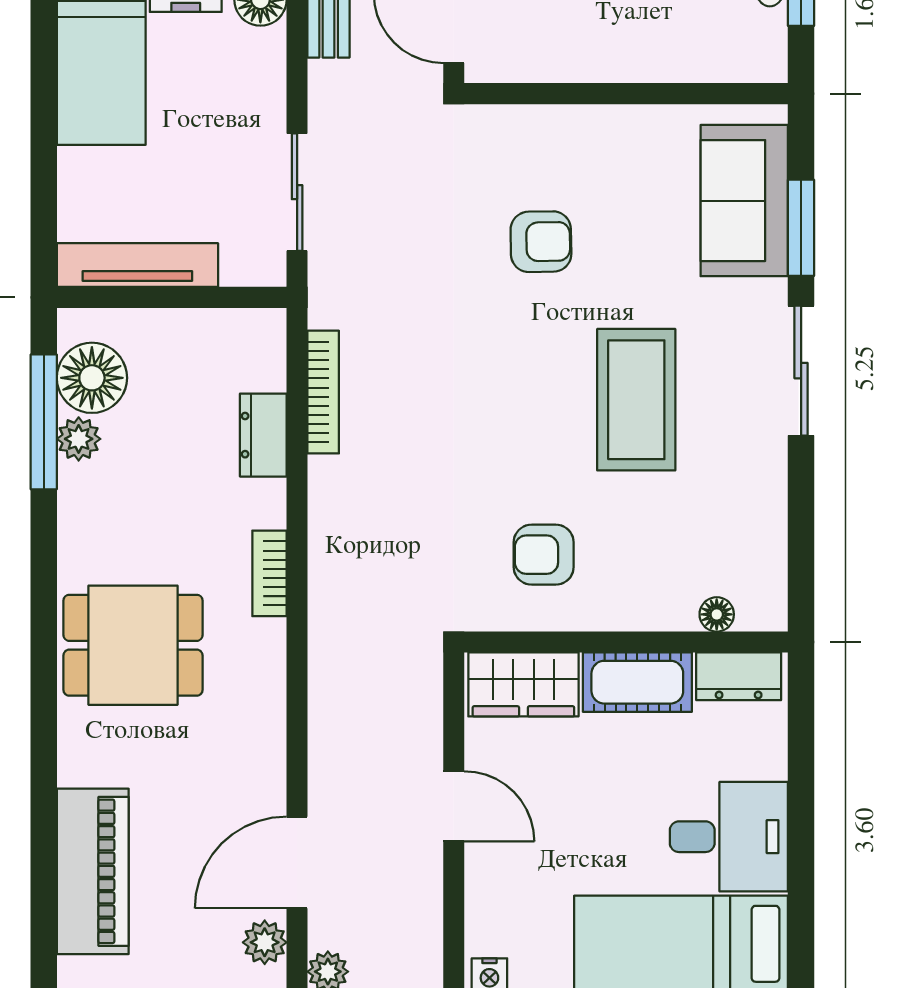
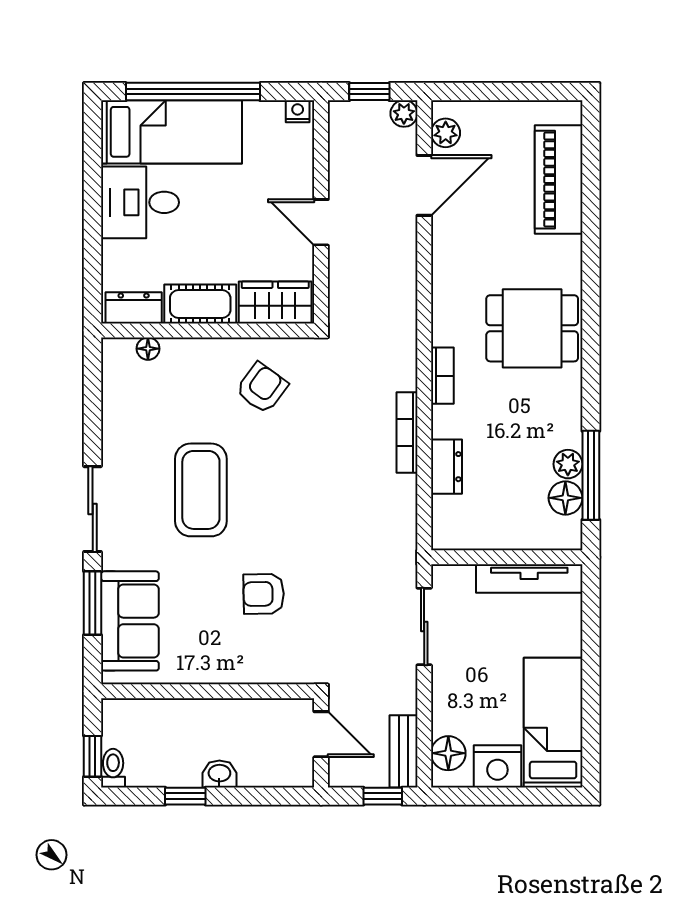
floor lamp: (92, 378) -> (565, 498), width x0.73, depth x0.73
bookcase: (323, 392) -> (407, 432), moved
armchair: (544, 555) -> (262, 388), turned -54

